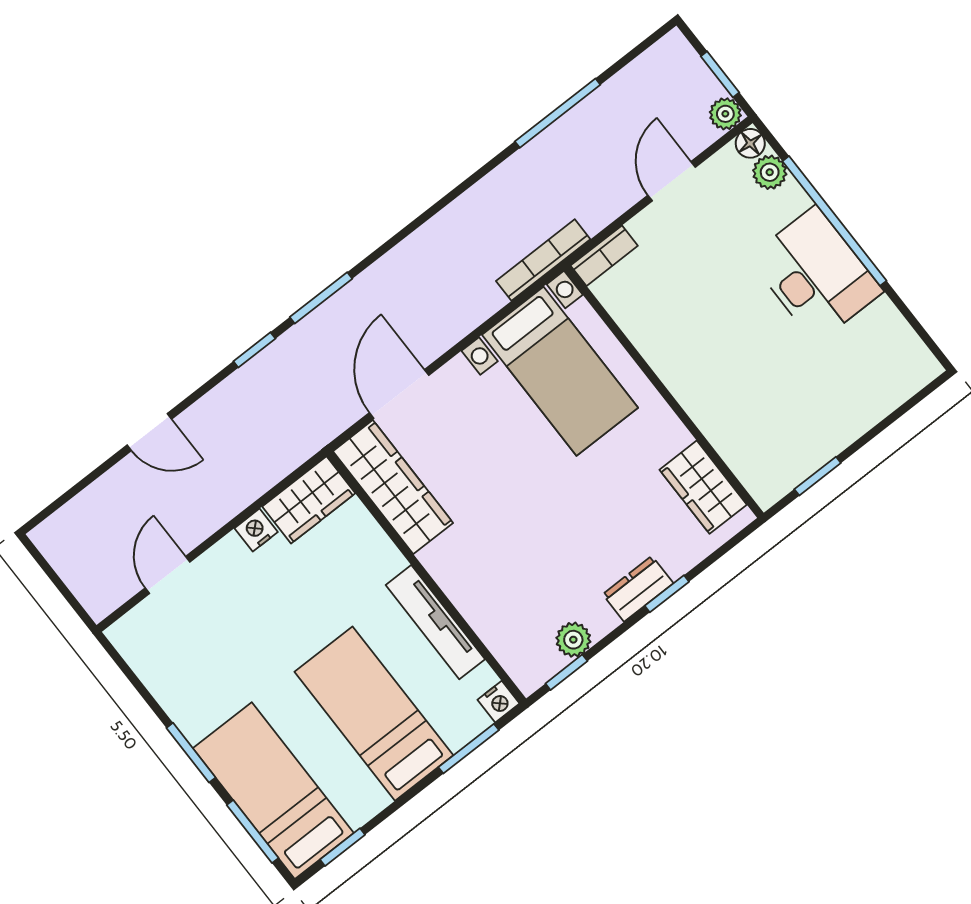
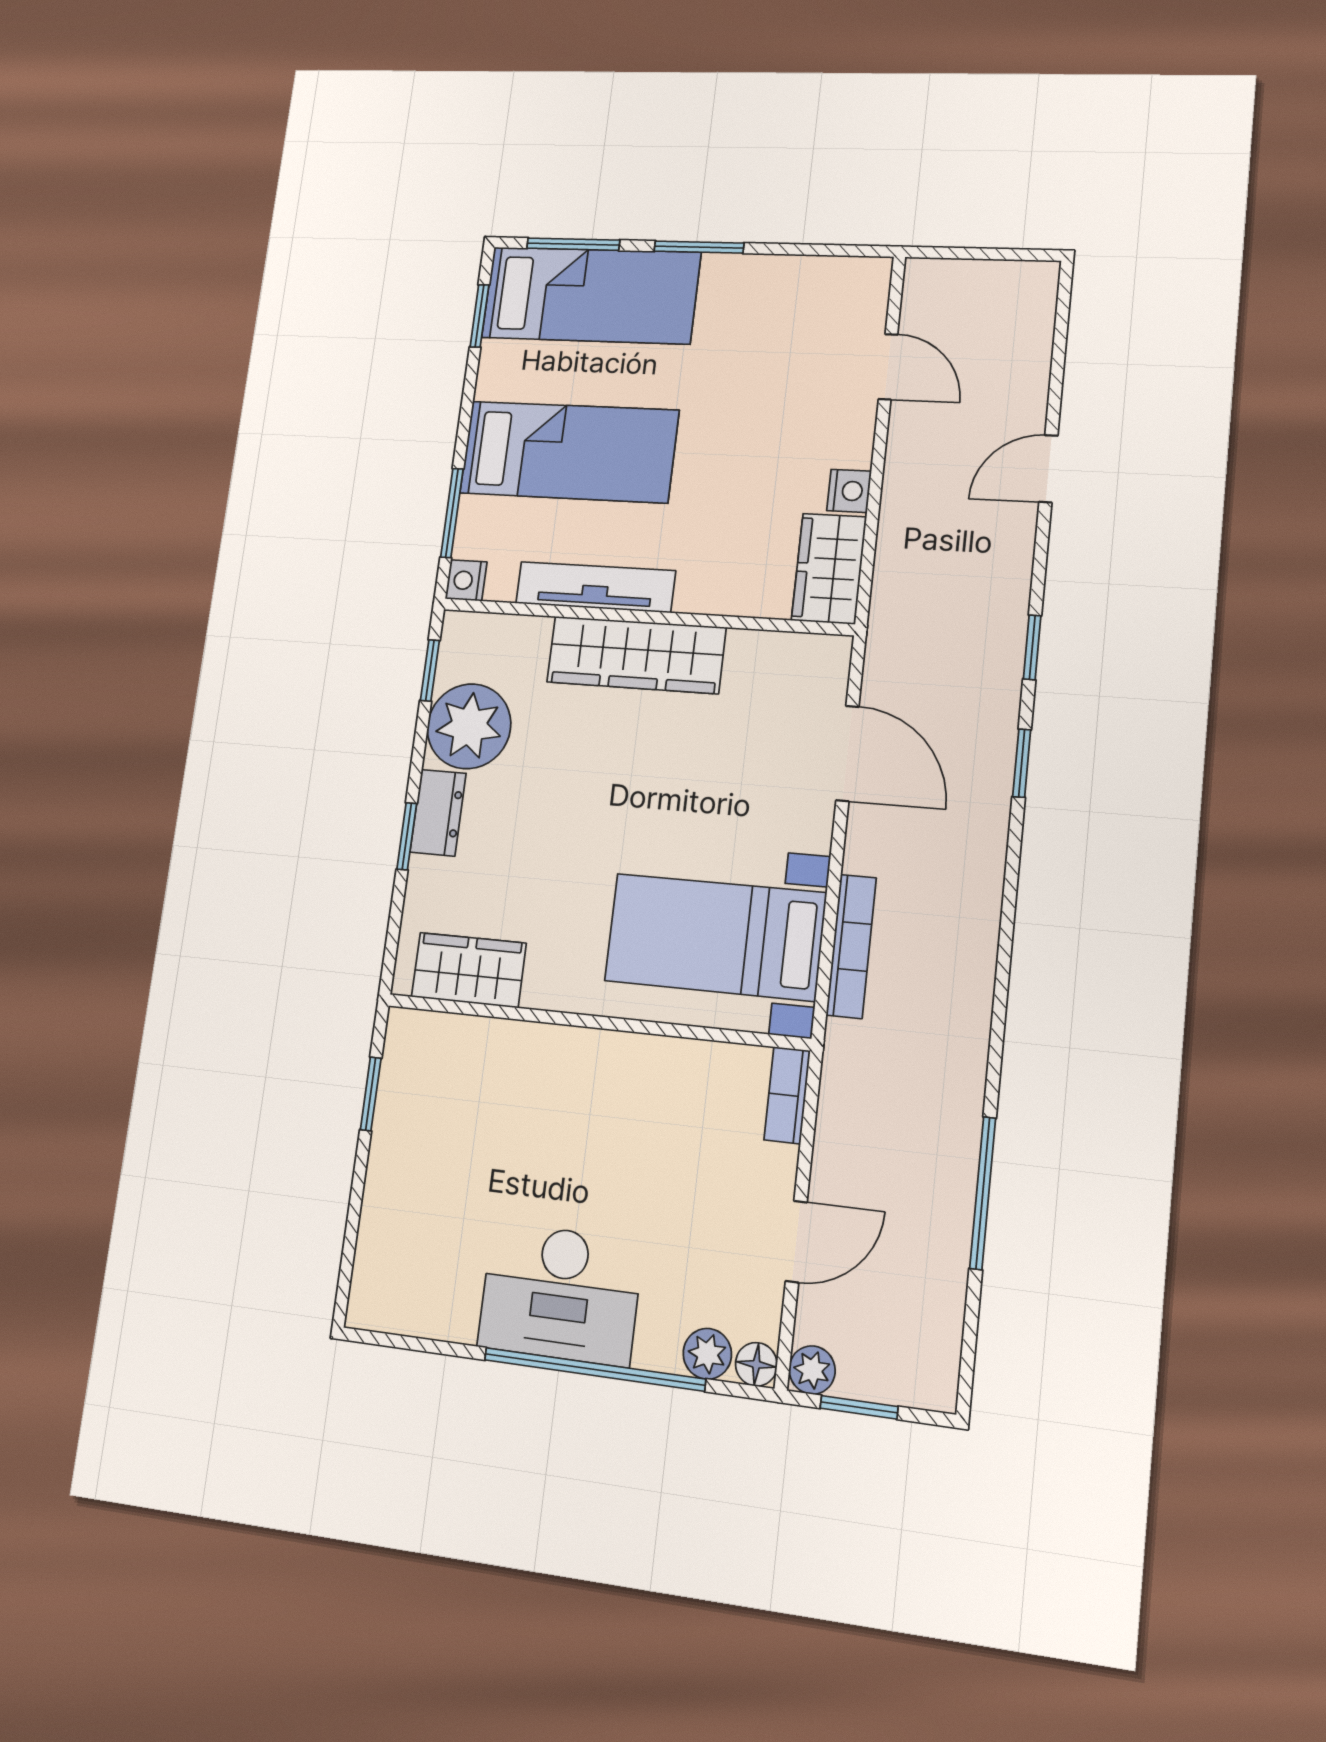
door: (672, 181) -> (796, 1242), hinge flipped
bookcase: (543, 260) -> (851, 946), moved
window: (321, 298) -> (1022, 763), width x0.67
wardrobe: (393, 487) -> (636, 655), moved
plant: (573, 640) -> (469, 726), width x1.87, depth x1.87

